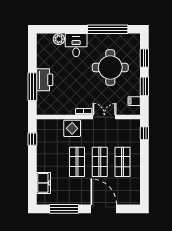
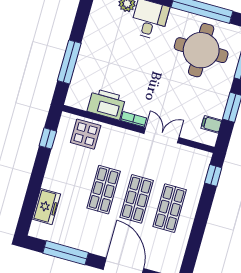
round table: (110, 68) -> (201, 50), moved
printer: (45, 80) -> (106, 104), moved, turned -90
display table: (72, 128) -> (86, 134), moved

